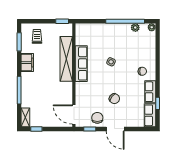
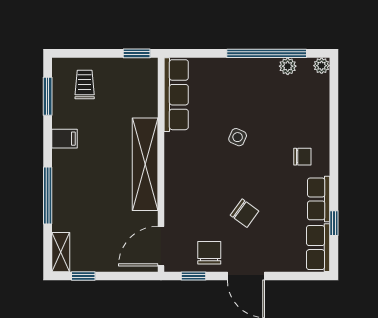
shelving: (66, 59) -> (145, 164), moved
filing cabinet: (27, 63) -> (64, 139), width x0.50
row of seats: (81, 64) -> (176, 95), moved
door: (74, 115) -> (161, 246), hinge flipped

